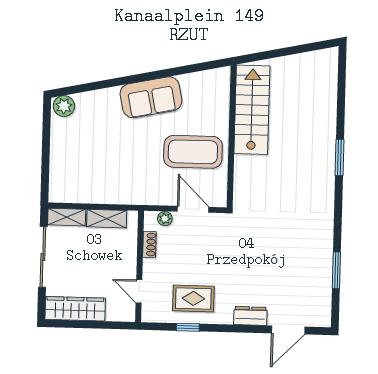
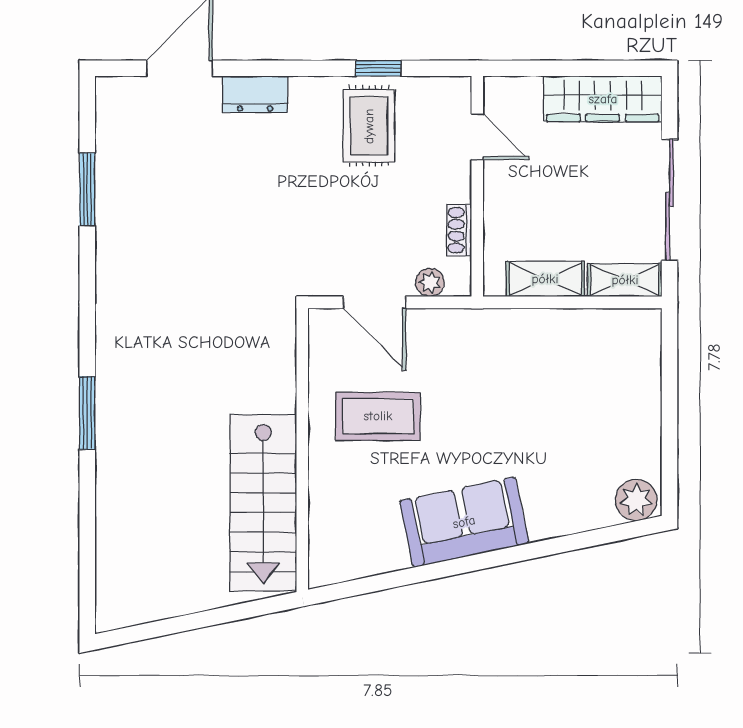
coffee table: (193, 152) -> (378, 416), width x0.73, depth x0.76
rug: (193, 298) -> (369, 126), turned 90

